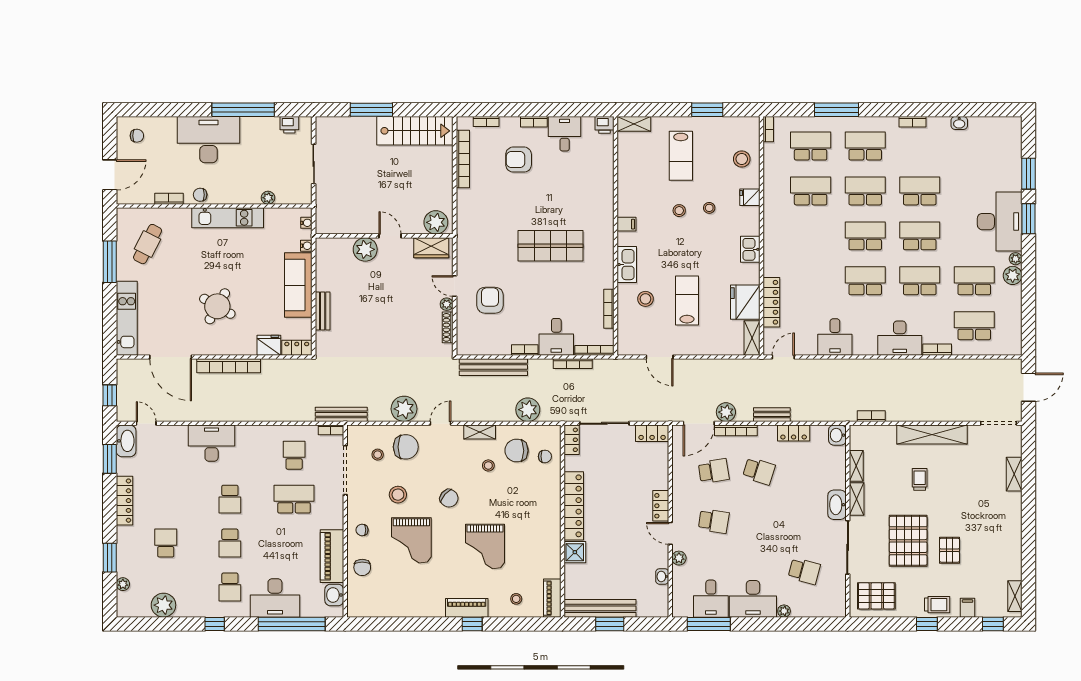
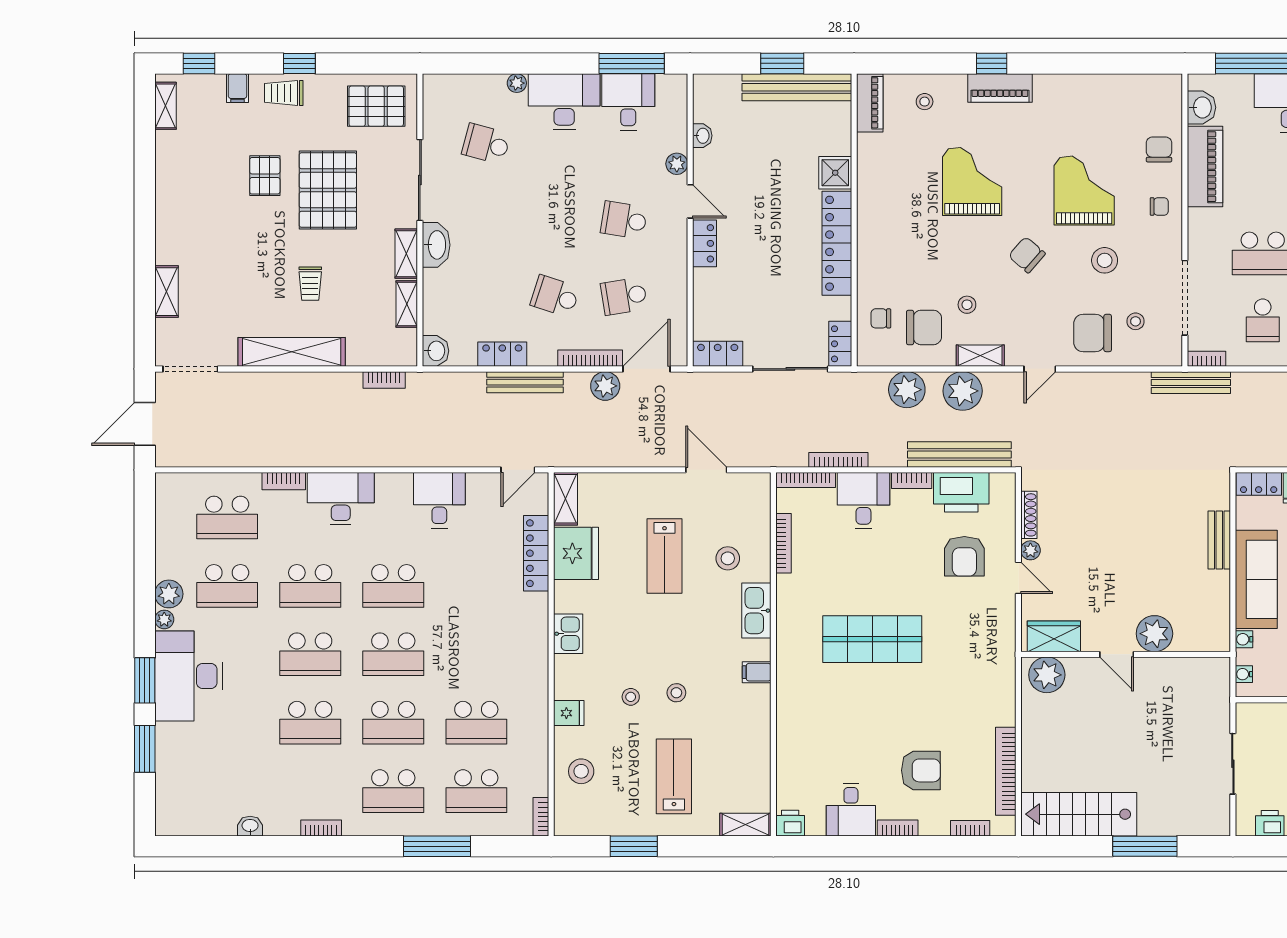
printer: (492, 342) -> (961, 492), added
plant: (404, 409) -> (963, 391), moved
bench: (772, 415) -> (525, 382), width x1.36

